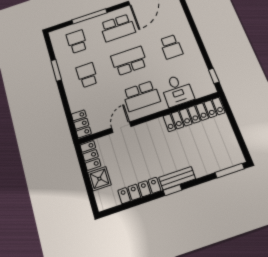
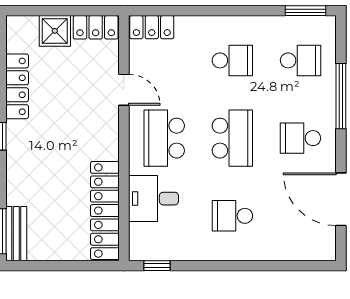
school desk: (118, 28) -> (301, 138), width x0.54
window: (56, 70) -> (305, 11), moved
bench: (177, 178) -> (16, 234), moved

